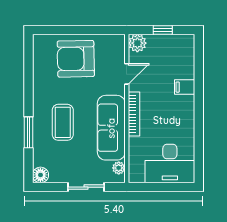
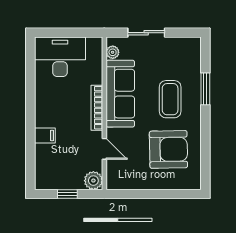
armchair: (76, 59) -> (168, 149), moved
door: (127, 74) -> (104, 149), swing flipped
floor lamp: (40, 175) -> (193, 45), removed

